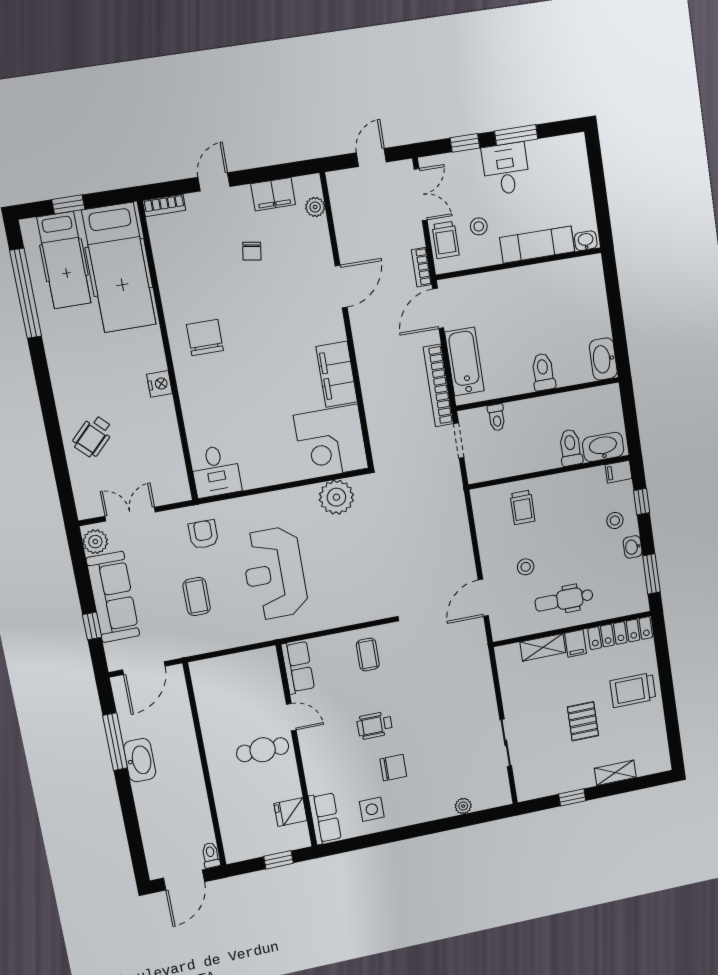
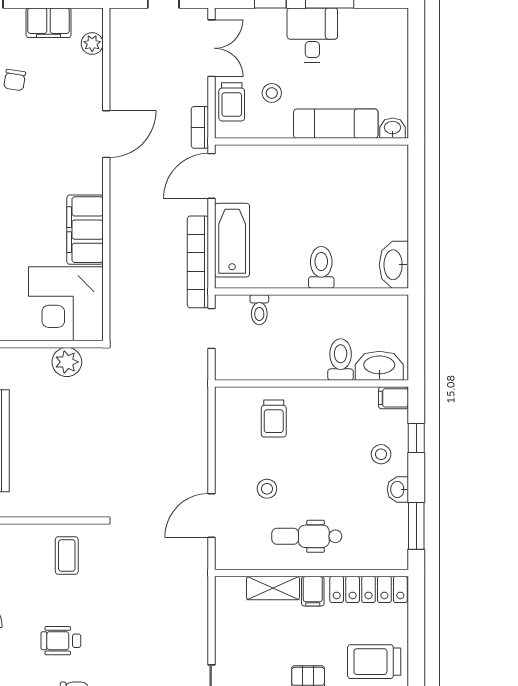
plant: (336, 497) -> (67, 362), width x0.73, depth x0.73

